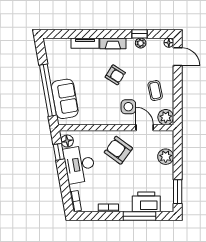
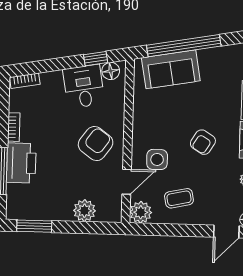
desk: (79, 164) -> (84, 86), width x0.73
printer: (146, 202) -> (21, 163), moved

